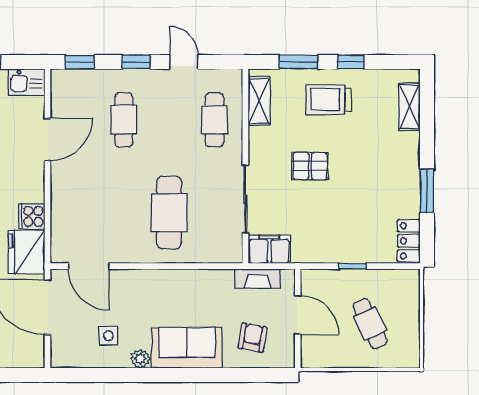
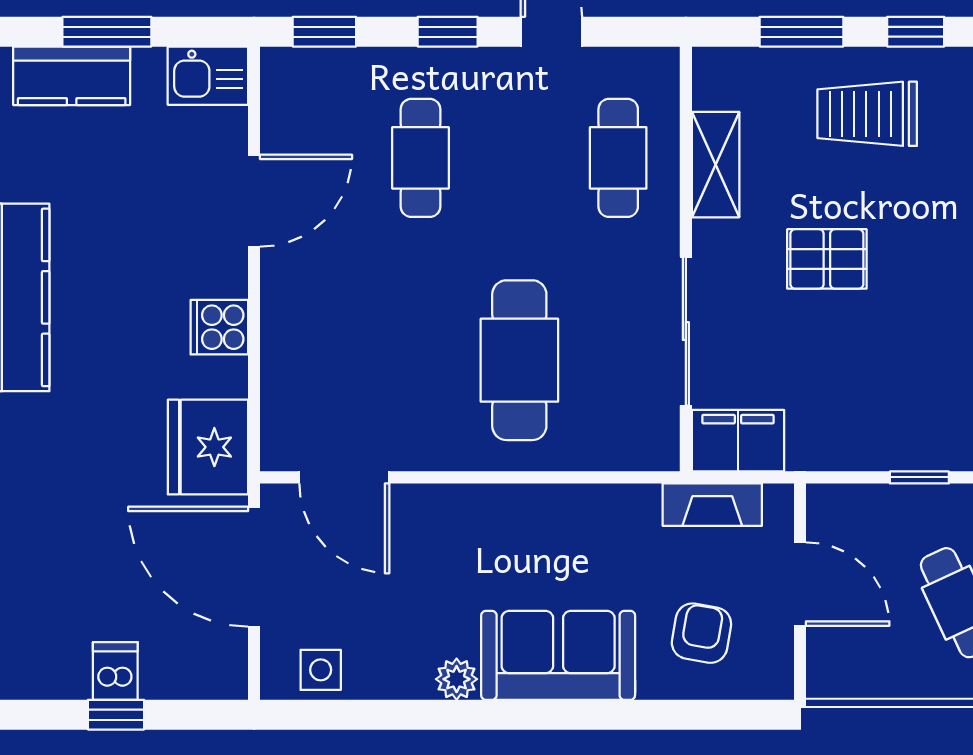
shelving: (259, 101) -> (716, 165), moved
cooker: (32, 216) -> (219, 327), moved
side table: (109, 336) -> (321, 670), moved

